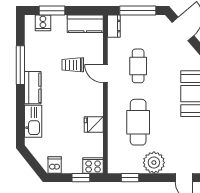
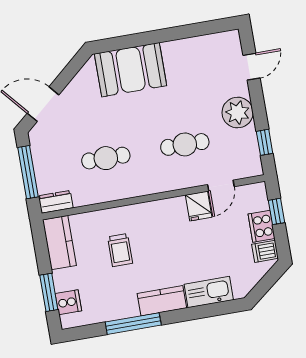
door: (105, 74) -> (221, 186), moved
cafe table: (138, 122) -> (185, 144), width x0.73, depth x0.74
cooker: (93, 166) -> (262, 226), moved

